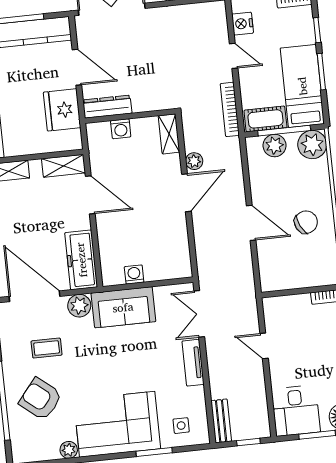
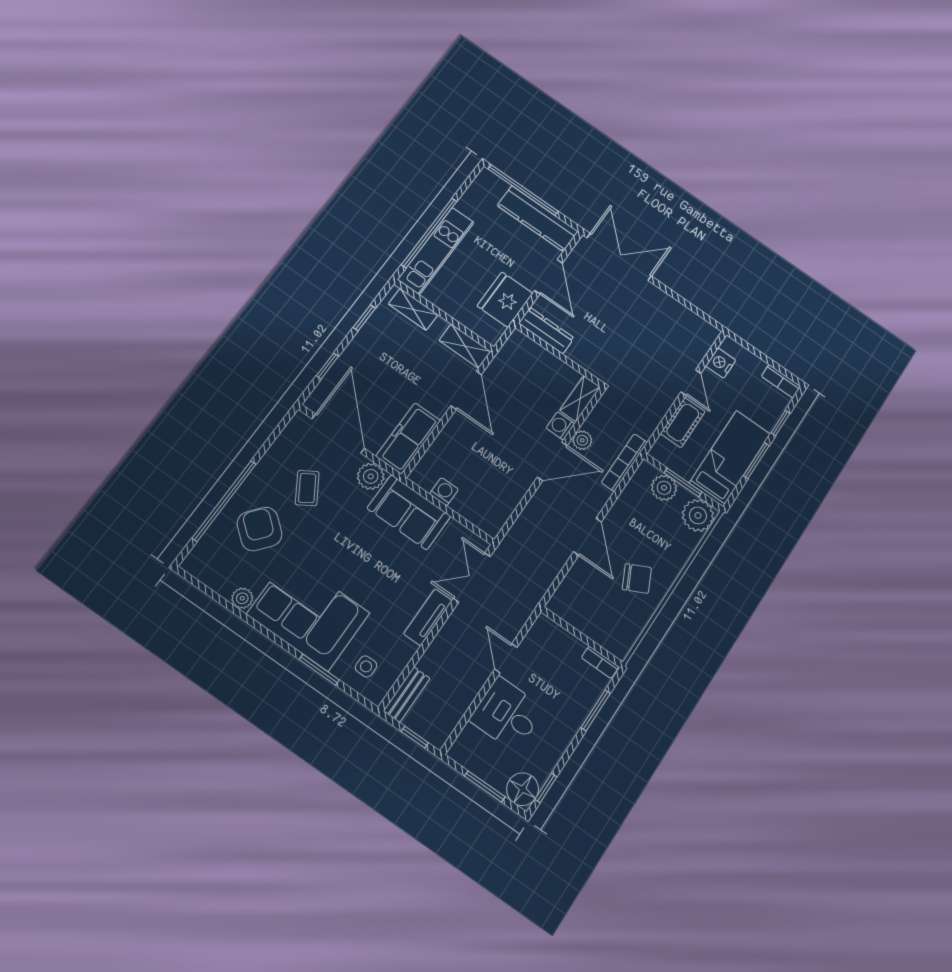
bookcase: (230, 109) -> (624, 463), moved
cot: (265, 119) -> (683, 422), moved, turned 90
washing machine: (121, 129) -> (560, 426), moved, turned 90
window: (284, 131) -> (683, 482), width x0.69
coffee table: (47, 348) -> (307, 488), turned 58
desk: (296, 411) -> (507, 714), moved, turned 90

